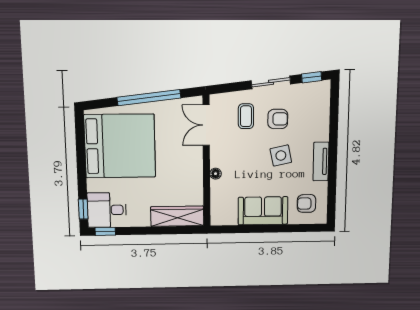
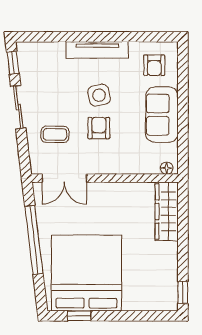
armchair: (278, 119) -> (99, 128), moved
tv unit: (321, 161) -> (97, 50), width x1.41
floor lamp: (216, 174) -> (167, 168), moved
window: (83, 209) -> (79, 316), moved
desk: (107, 210) -> (158, 290), removed

